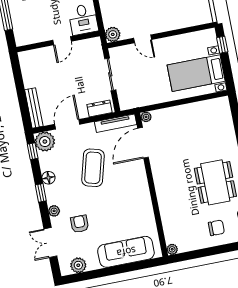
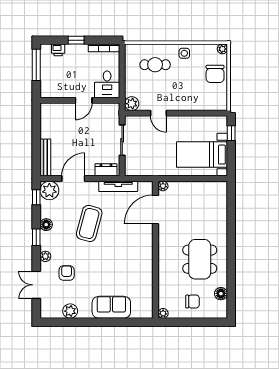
plant: (146, 117) -> (163, 186), moved
door: (143, 143) -> (155, 209), moved
wall: (151, 185) -> (155, 250), moved
plant: (172, 249) -> (163, 313), moved
sofa: (126, 252) -> (111, 307), width x0.73
plant: (78, 265) -> (70, 311), moved

